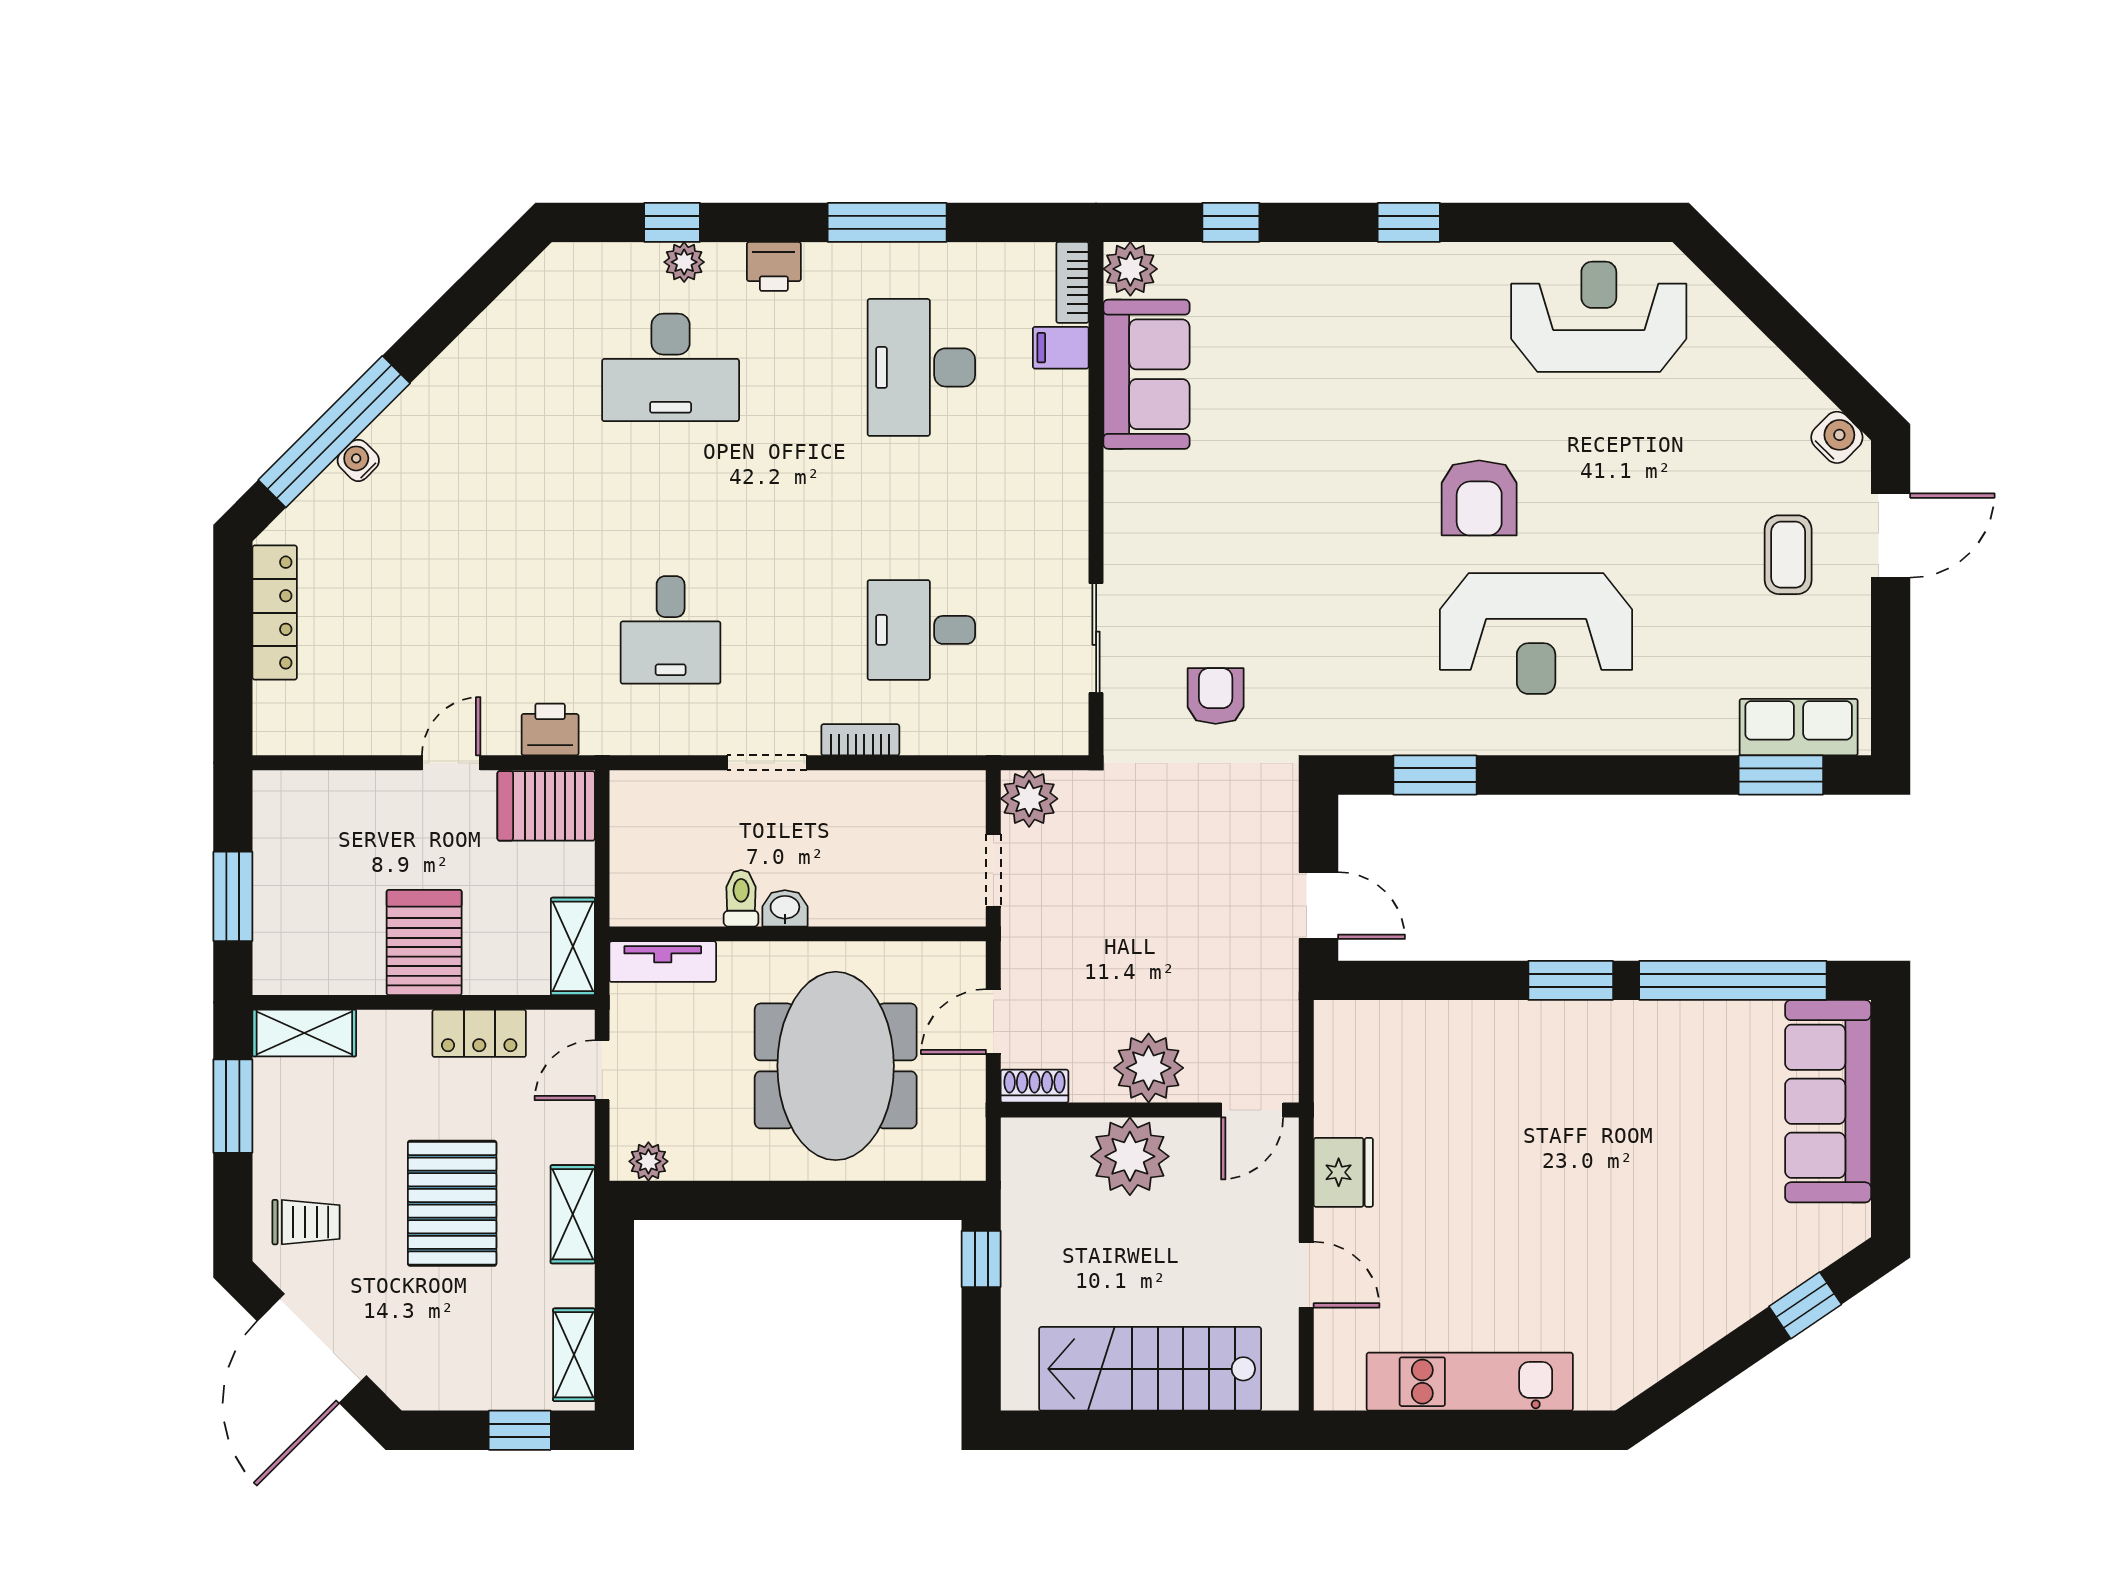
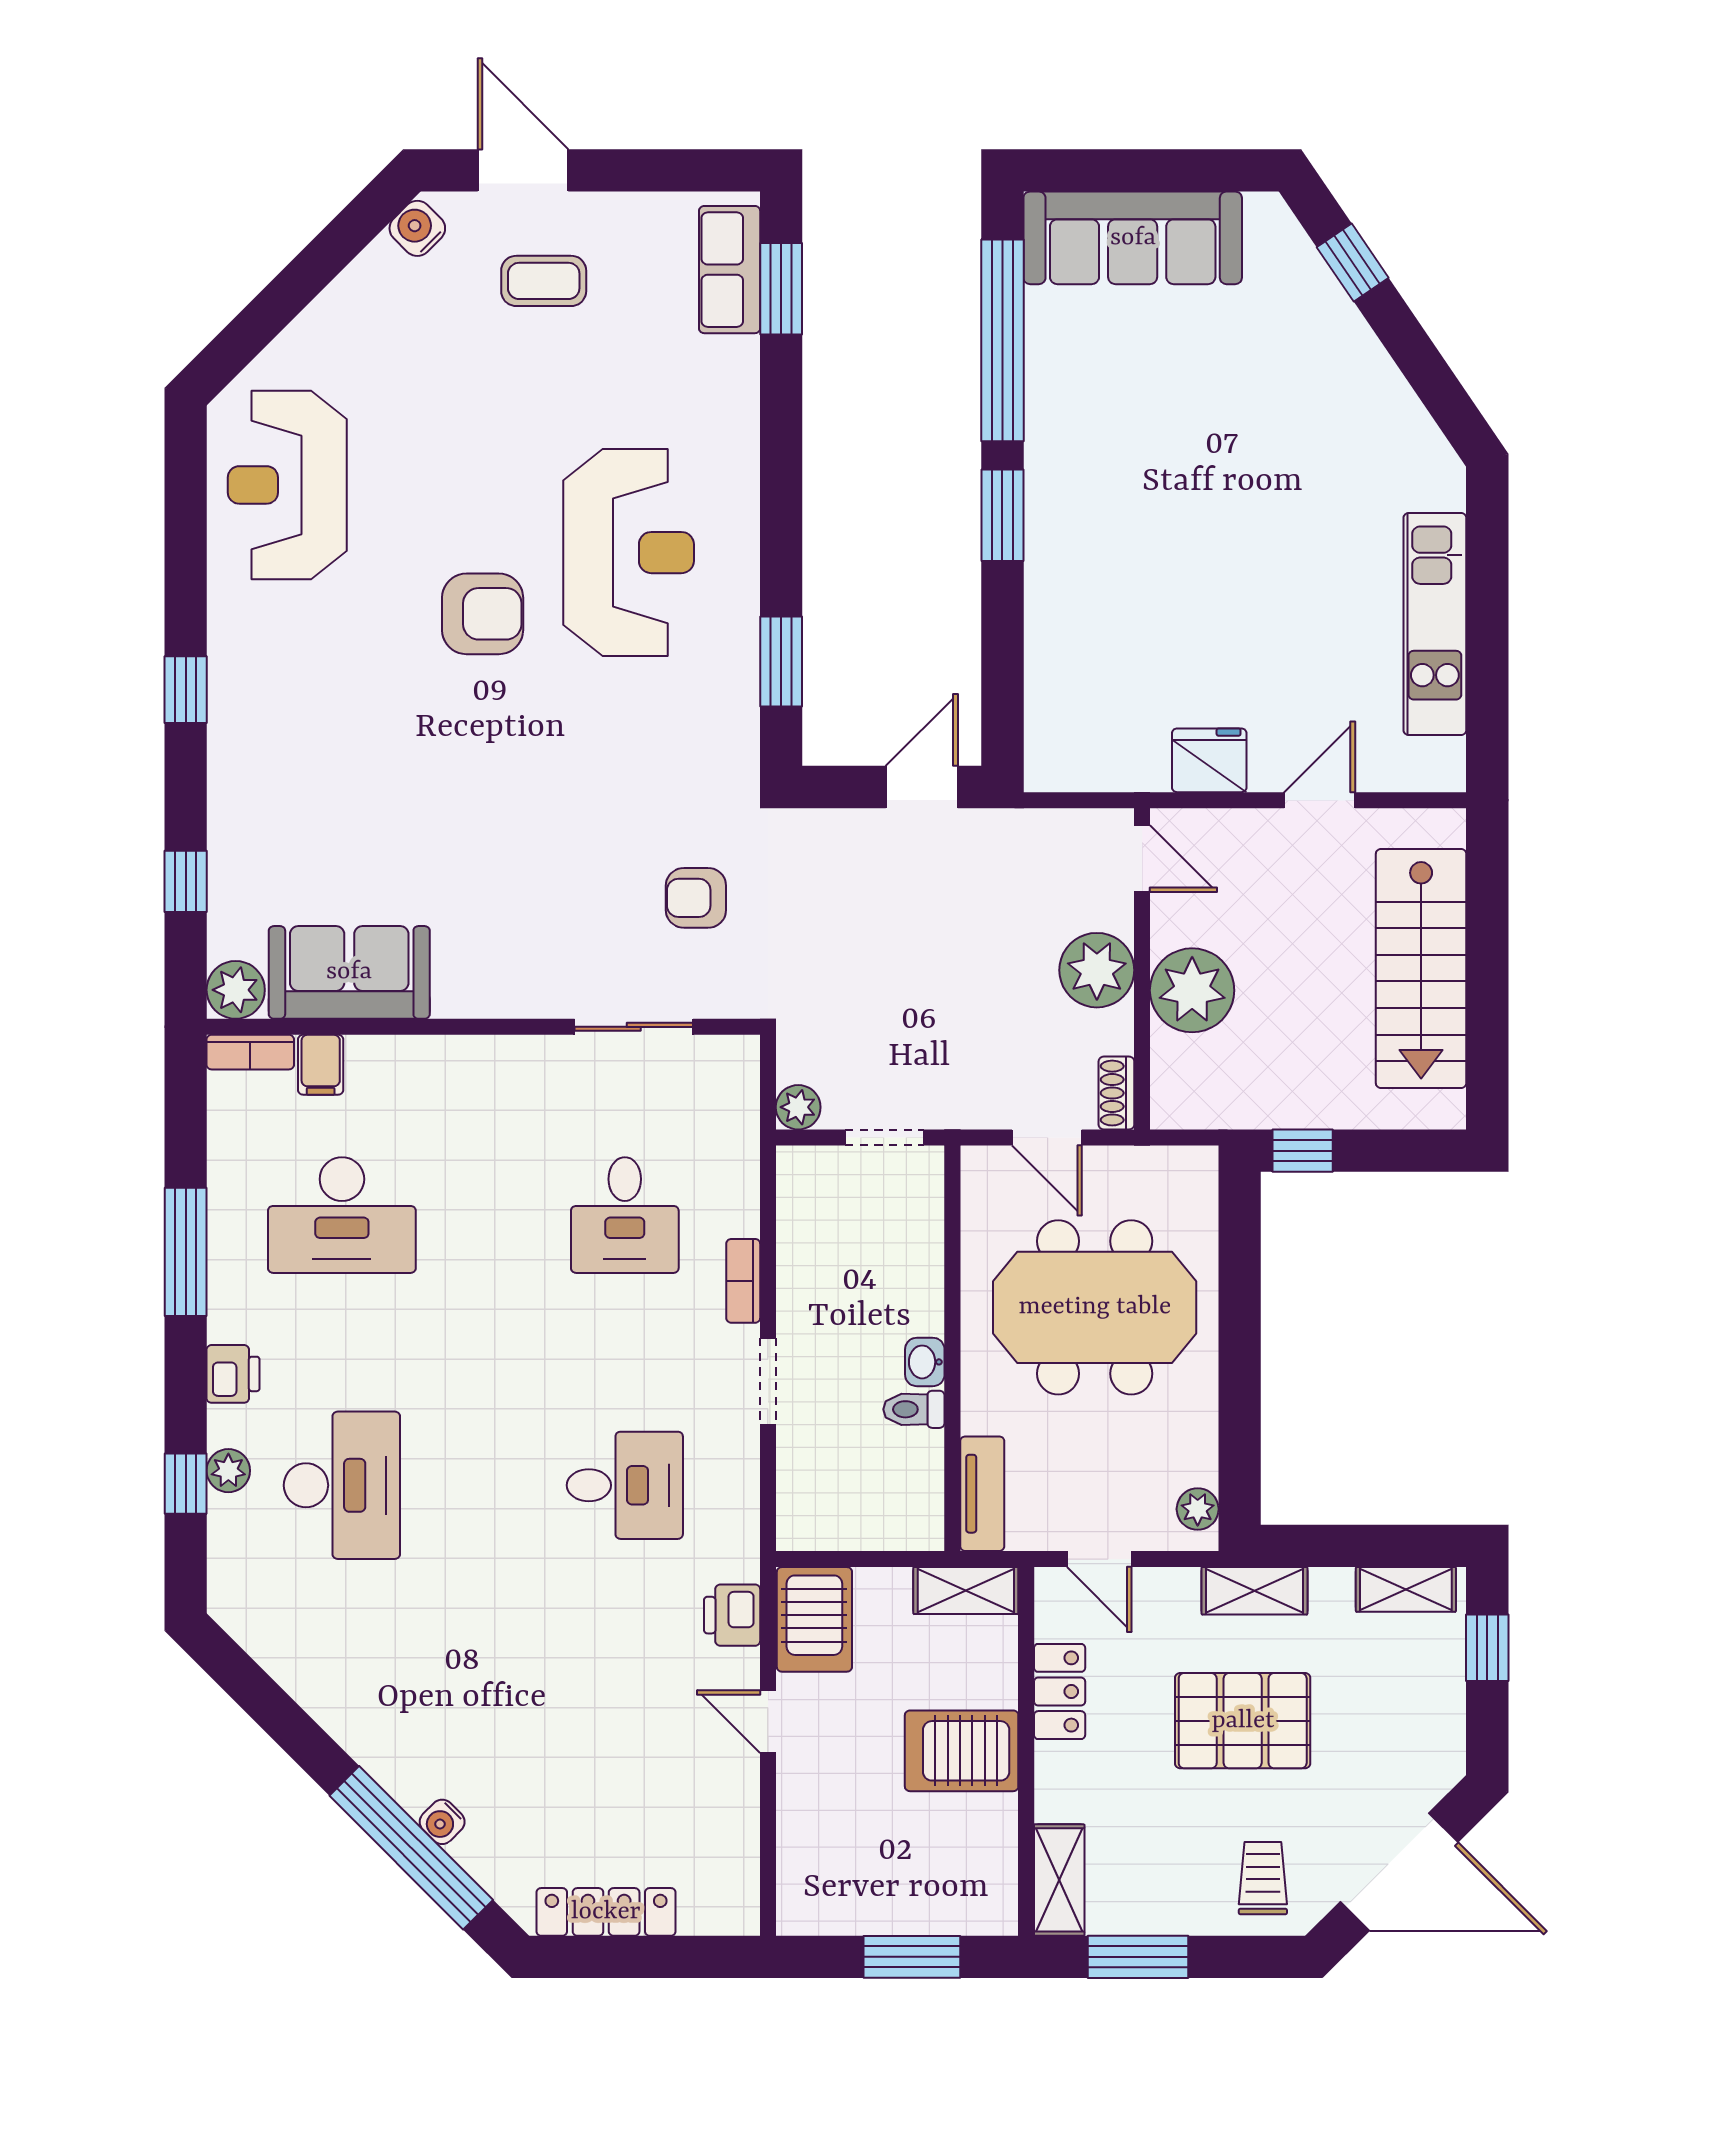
plant: (1029, 799) -> (798, 1107), width x0.73, depth x0.73

